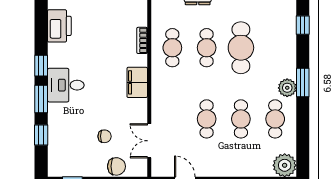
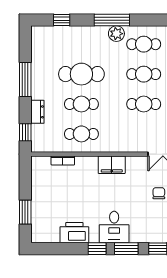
printer: (59, 26) -> (74, 233), moved
bookcase: (142, 40) -> (63, 160), moved
window: (303, 83) -> (112, 20), width x1.44

